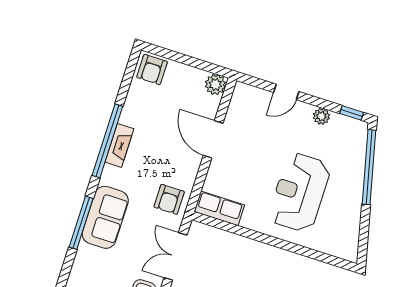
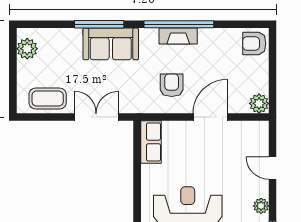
armchair: (169, 199) -> (172, 85), moved, turned 90

